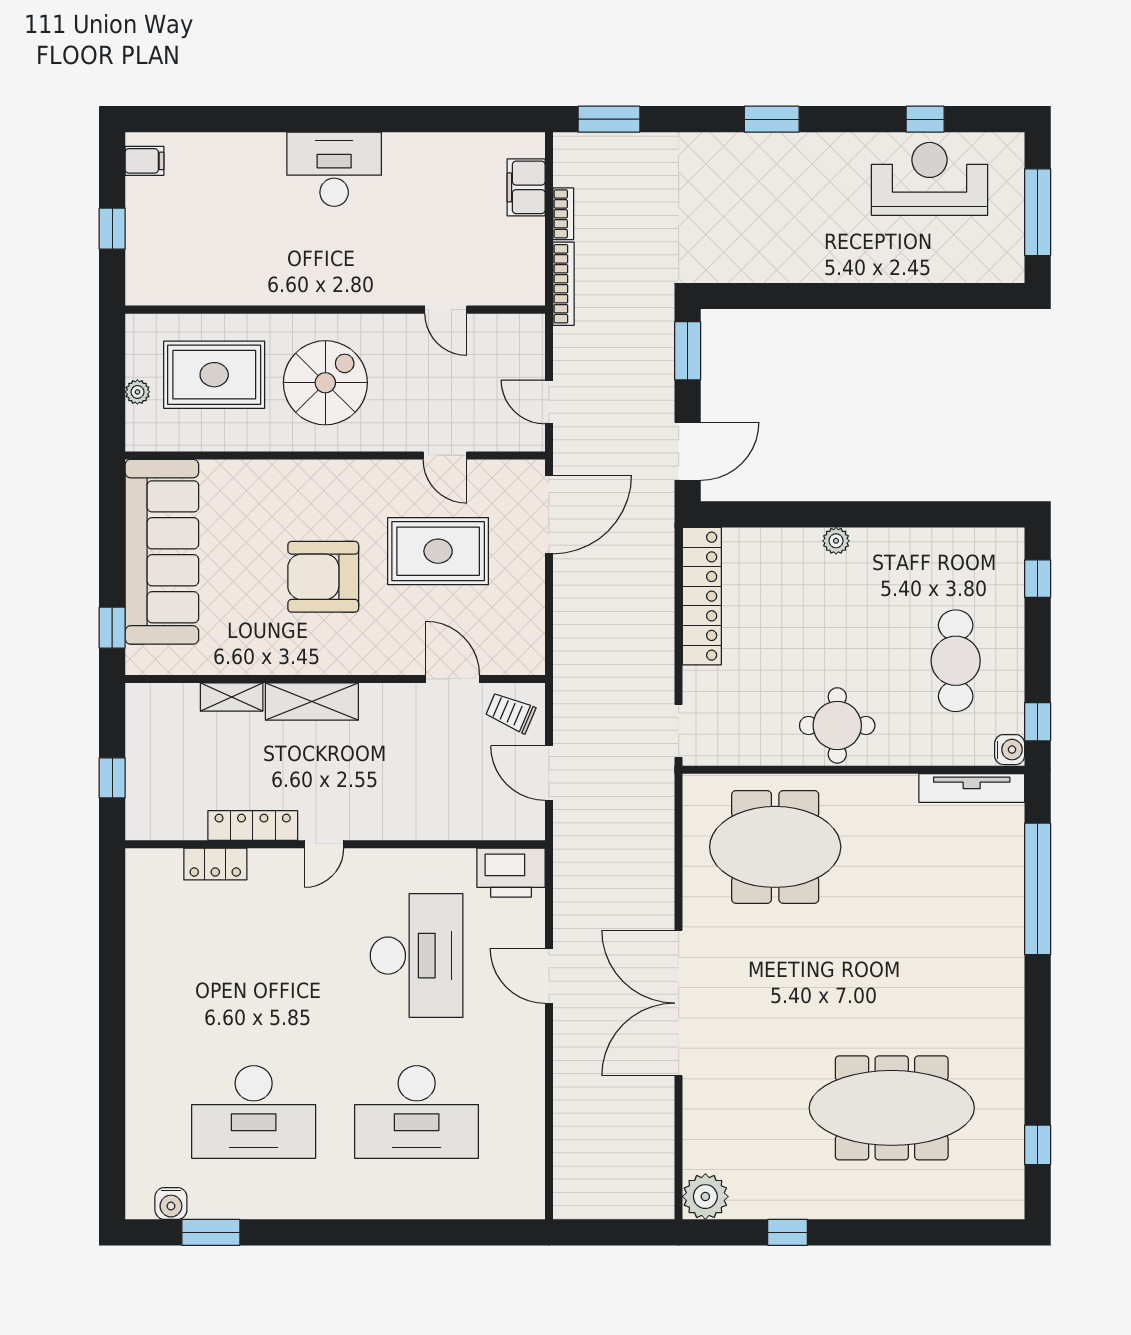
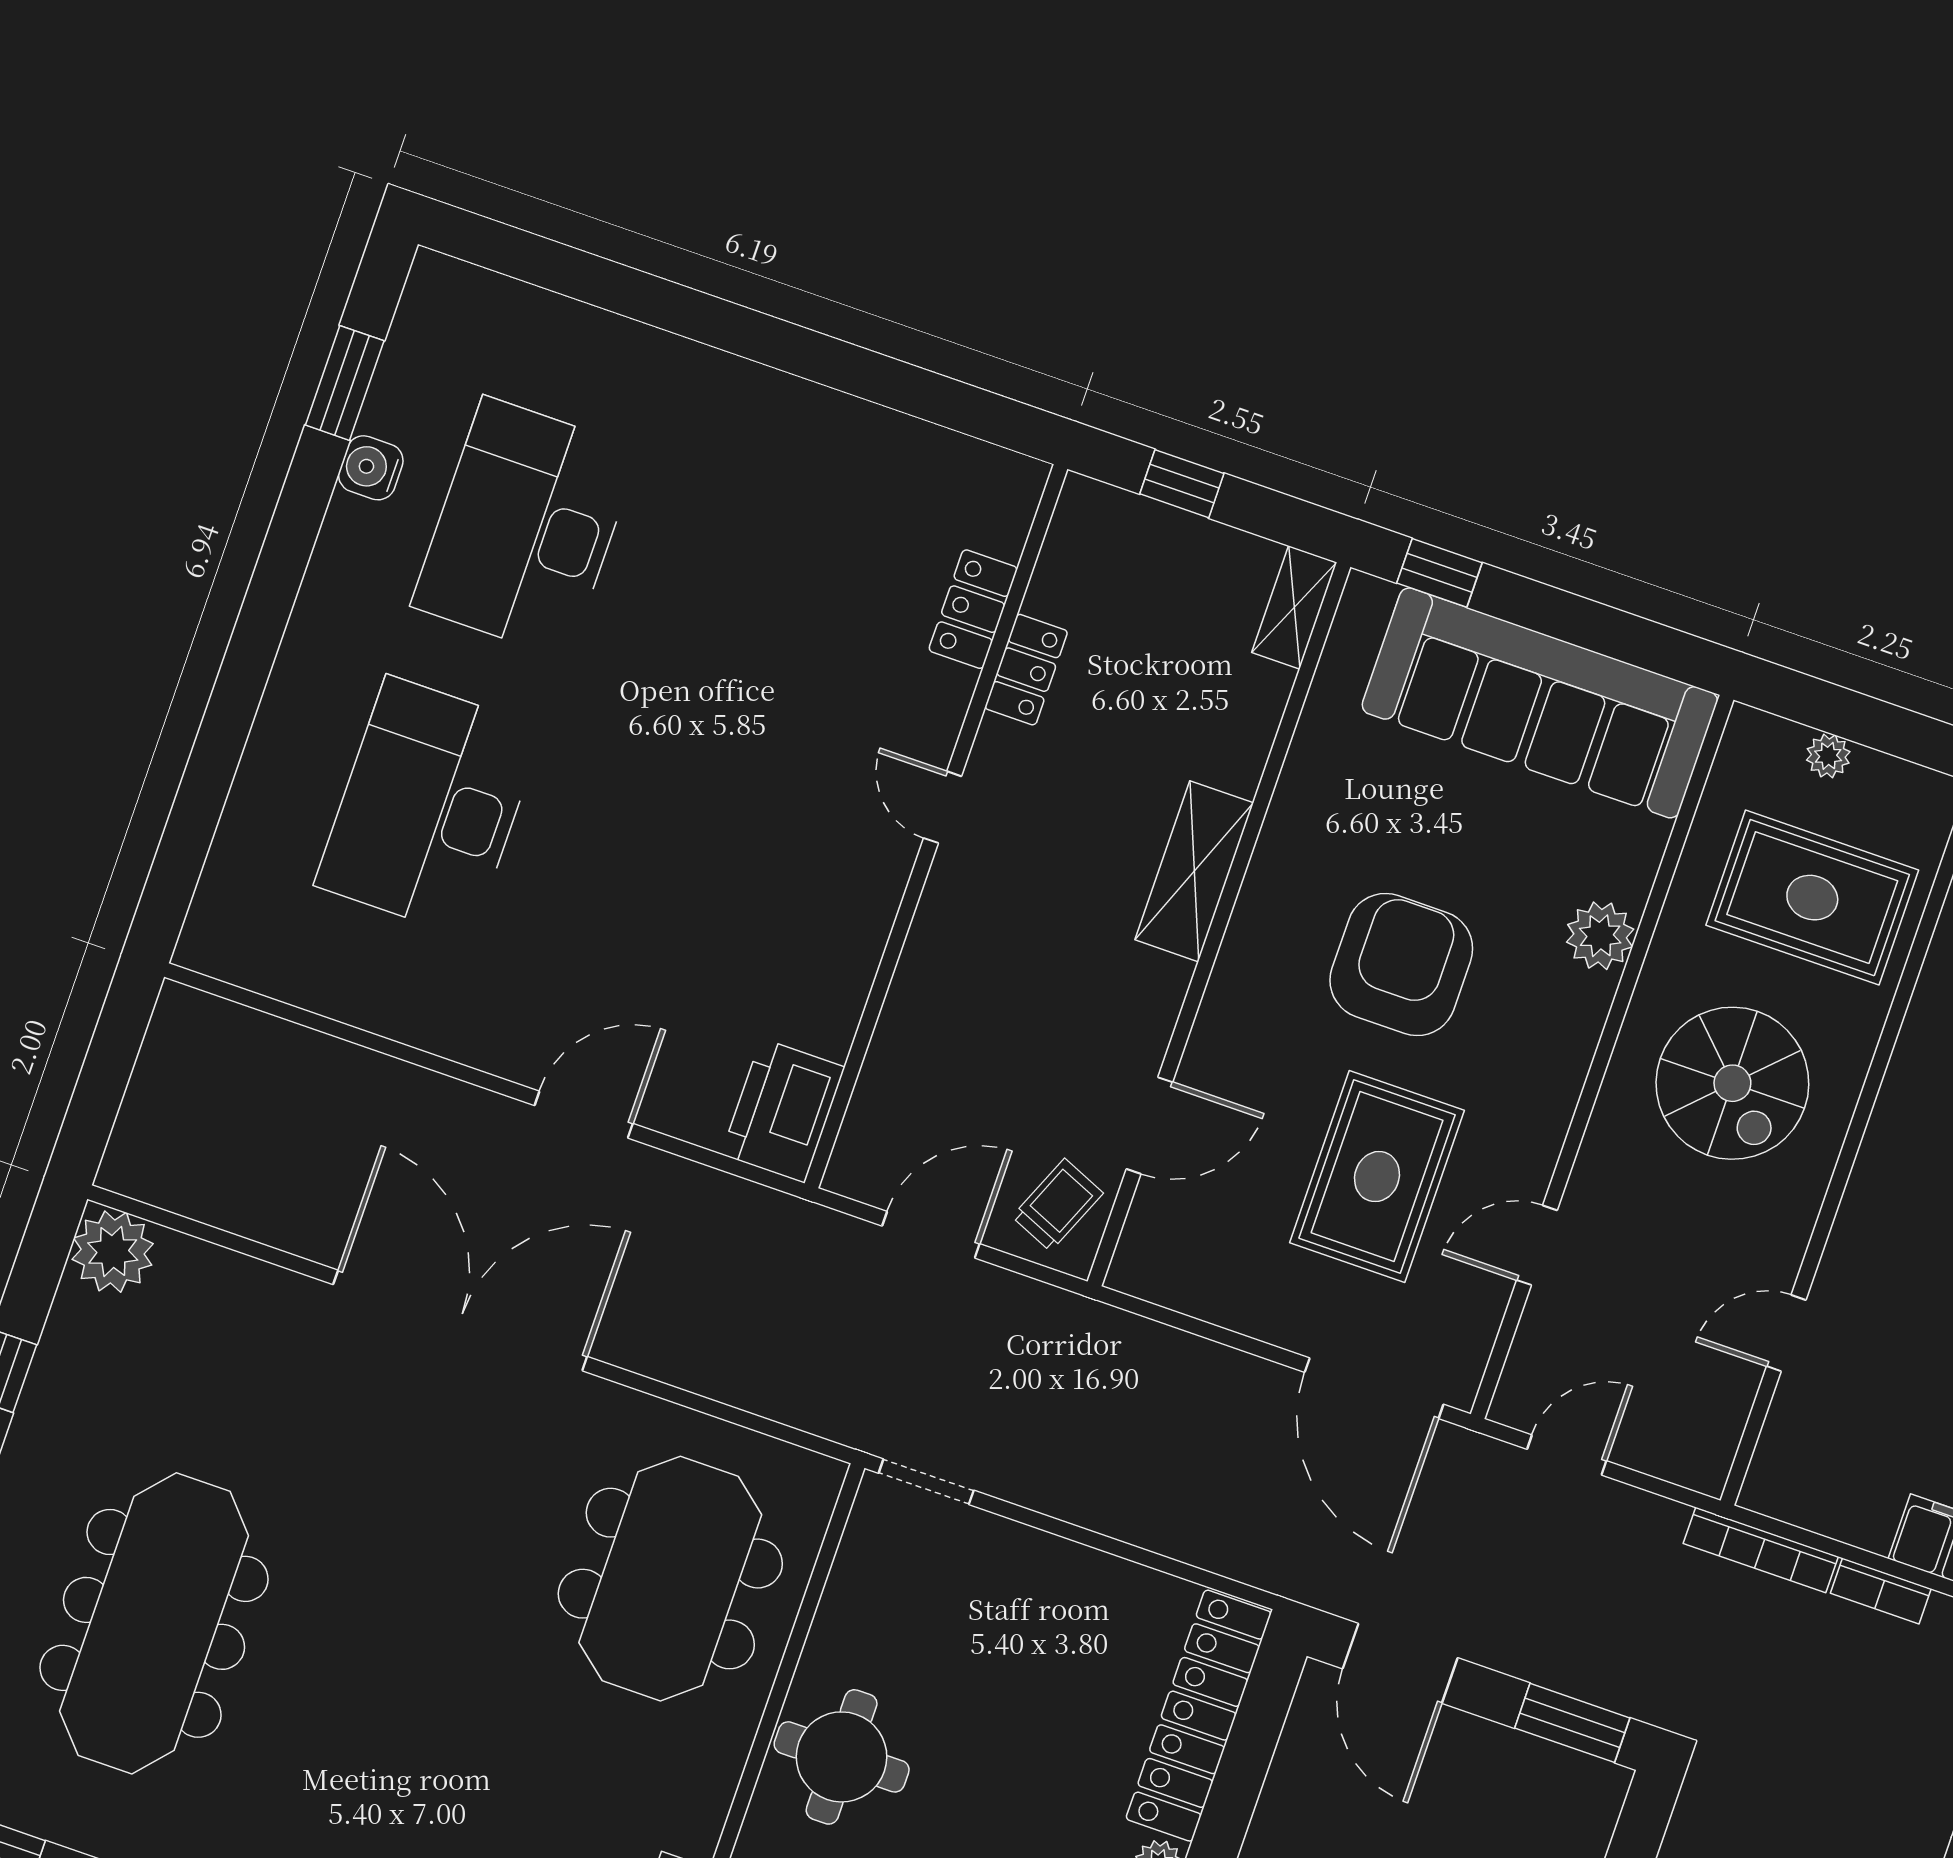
rug: (214, 375) -> (1812, 898), turned 90
plant: (272, 478) -> (1600, 936), added
locker: (702, 596) -> (1199, 1716), moved, turned 90
shelving: (232, 697) -> (1294, 607), moved
locker: (253, 825) -> (1026, 670), width x0.66
desk: (417, 956) -> (697, 900), removed
water cooler: (171, 1203) -> (371, 468), moved

